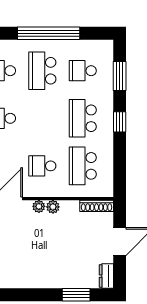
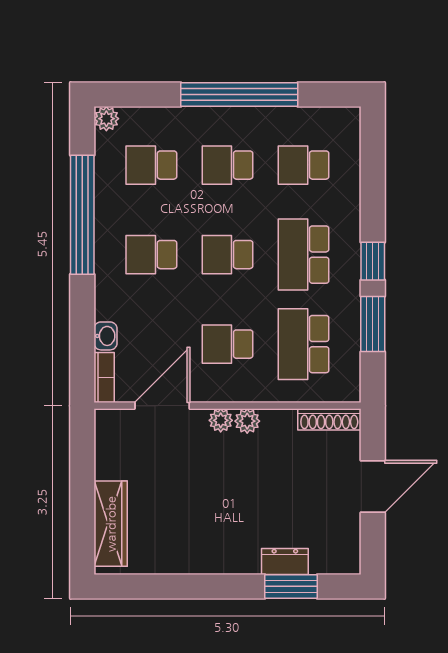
school desk: (42, 71) -> (227, 165), width x0.54
window: (120, 76) -> (373, 324), moved
school desk: (42, 118) -> (227, 255), added
dresser: (106, 276) -> (285, 561), moved, turned 90

